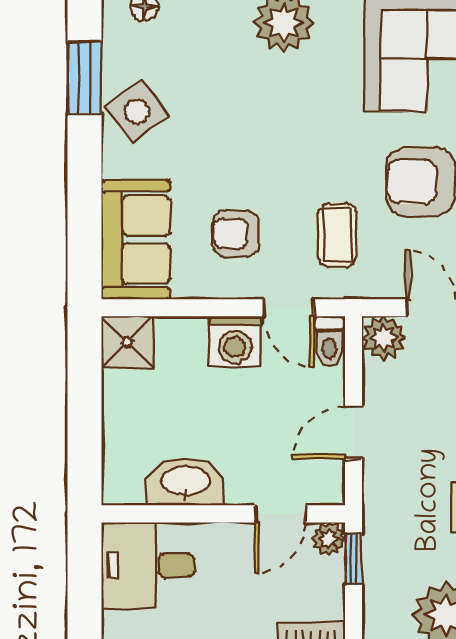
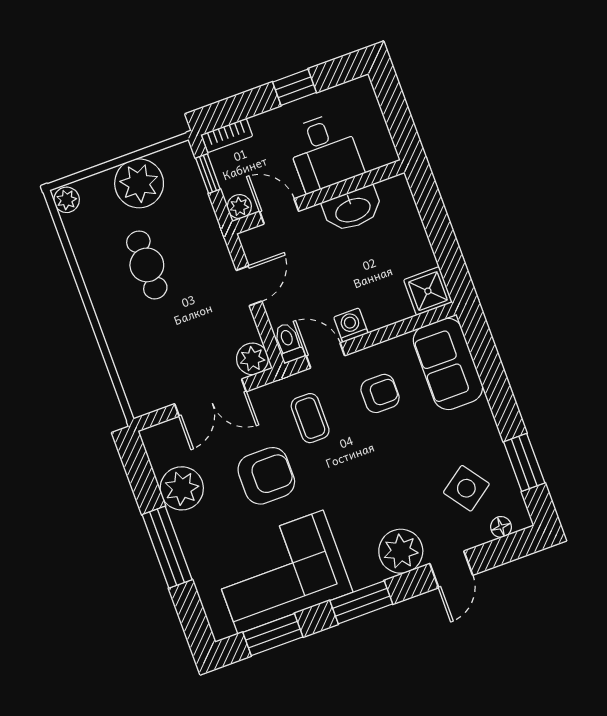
side table: (137, 112) -> (466, 488), moved
washing machine: (235, 342) -> (351, 325), width x0.73, depth x0.73
door: (280, 514) -> (279, 211), hinge flipped
window: (354, 559) -> (208, 174), moved
desk: (148, 565) -> (324, 152), moved, turned 90

